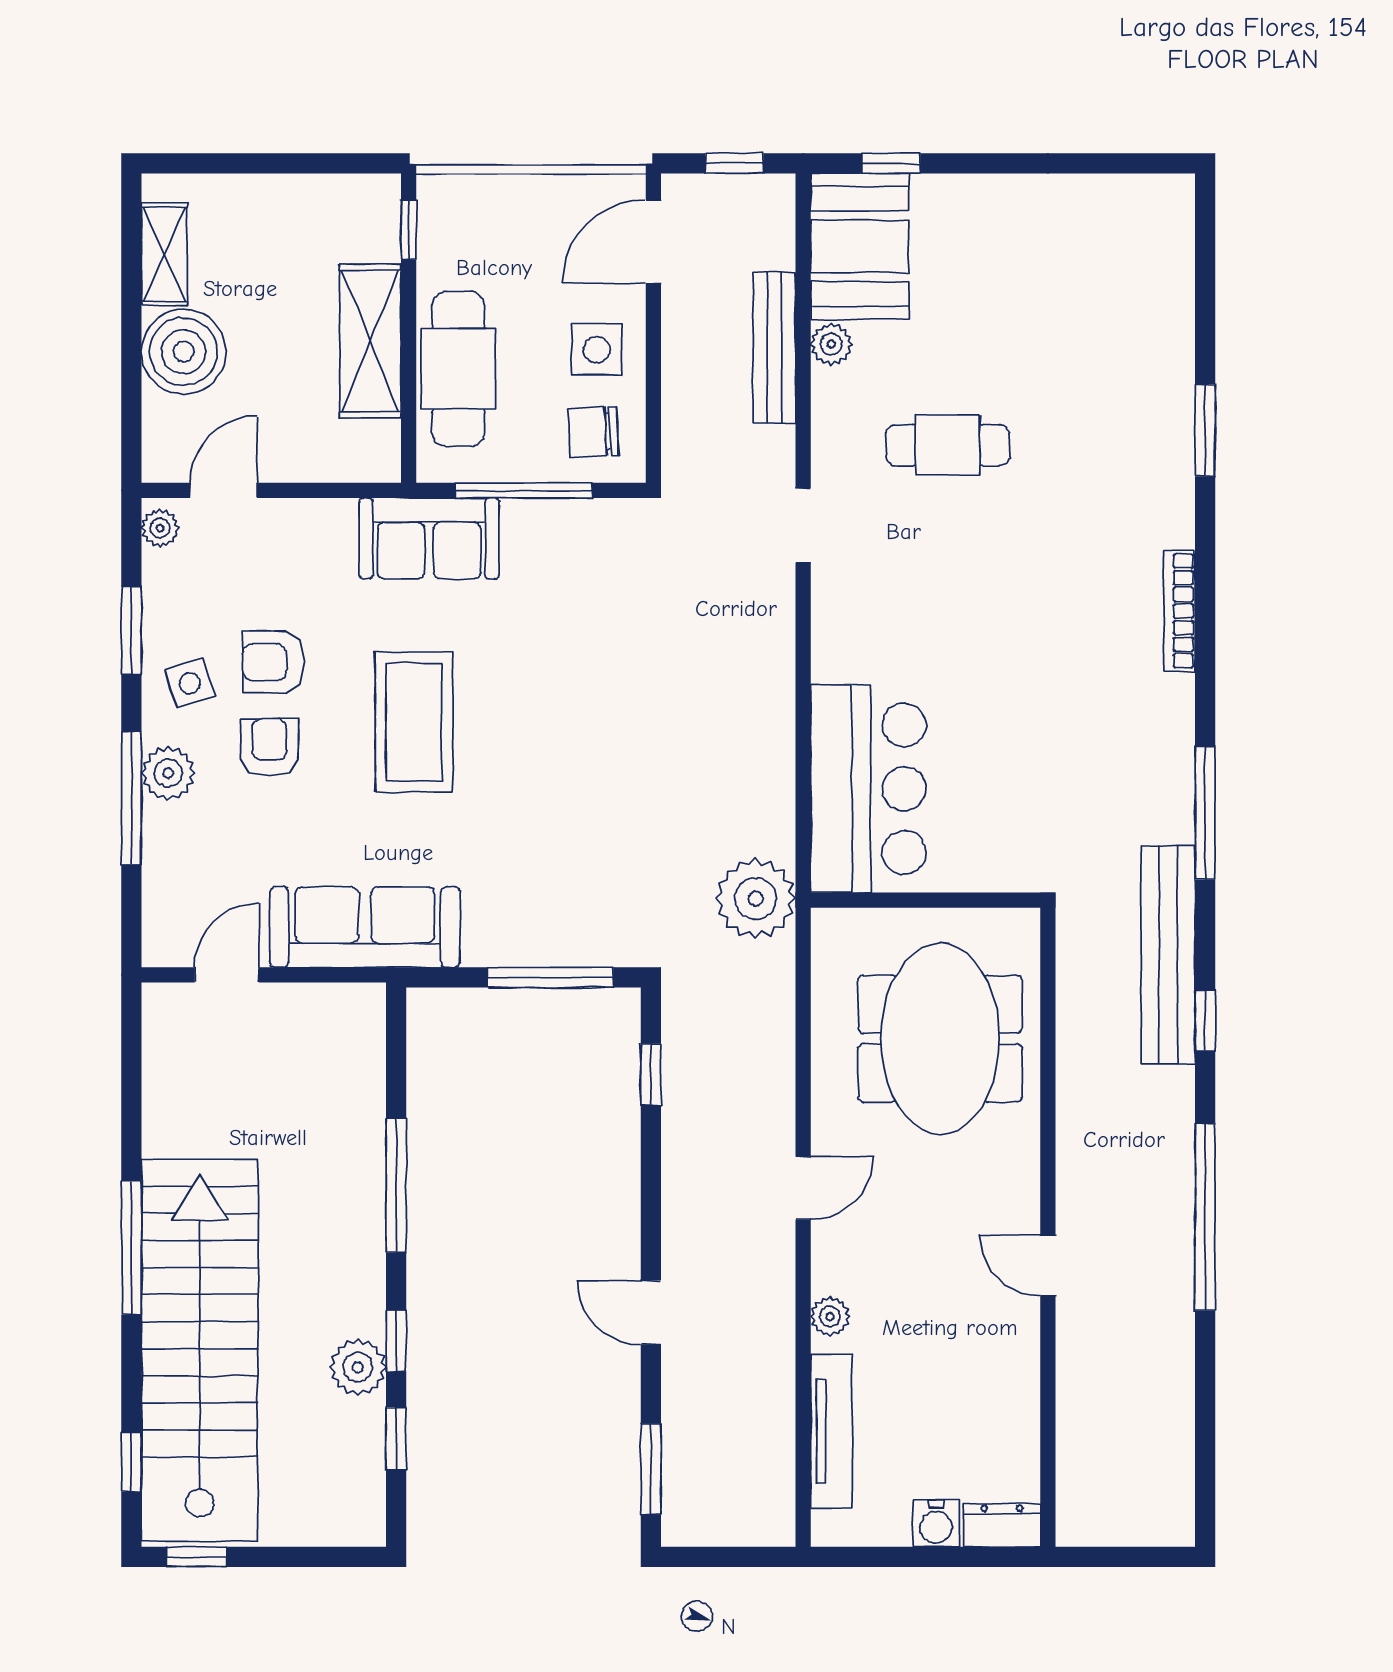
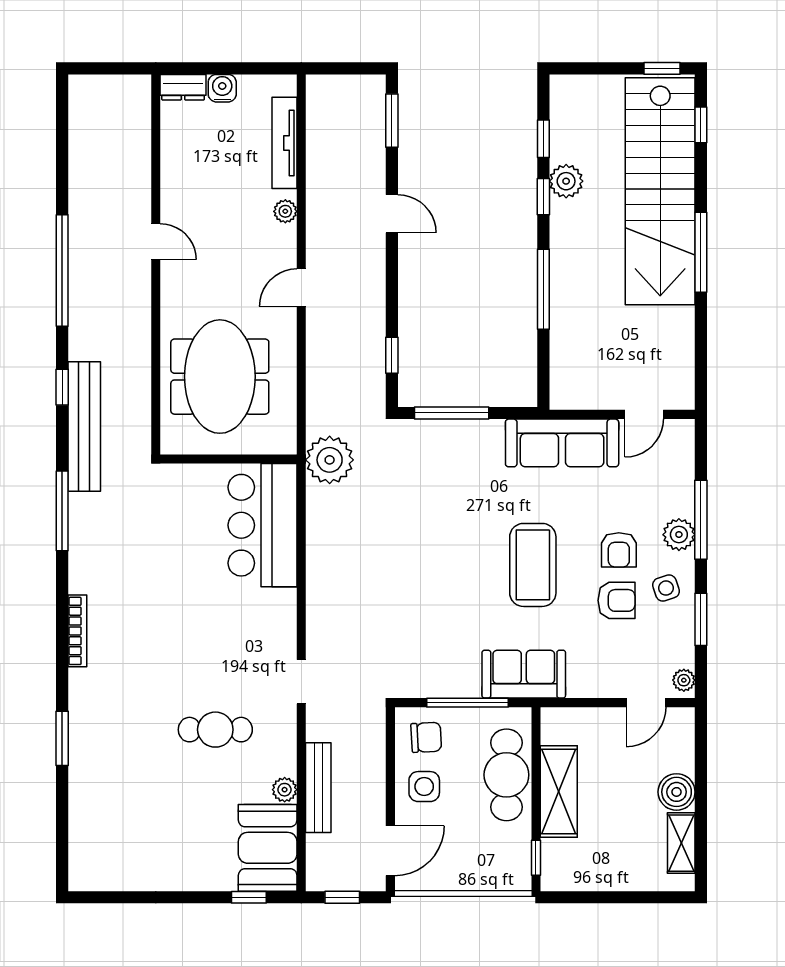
boiler: (184, 352) -> (677, 792), width x0.73, depth x0.73

